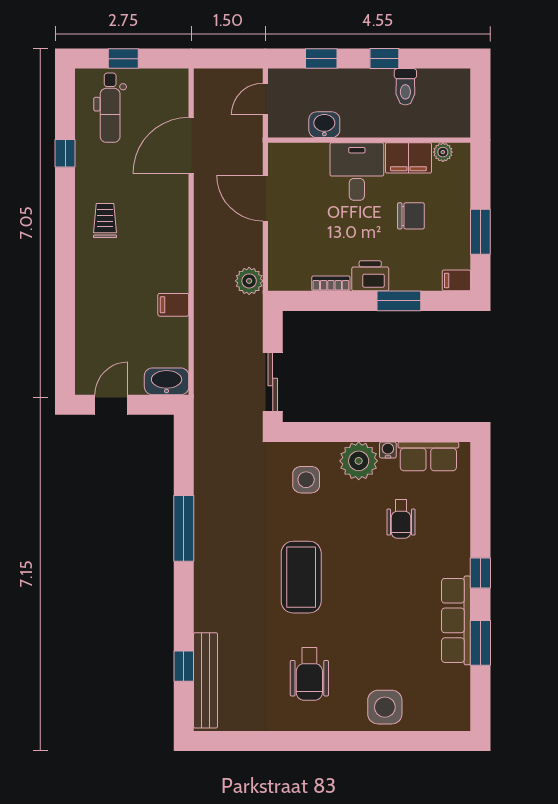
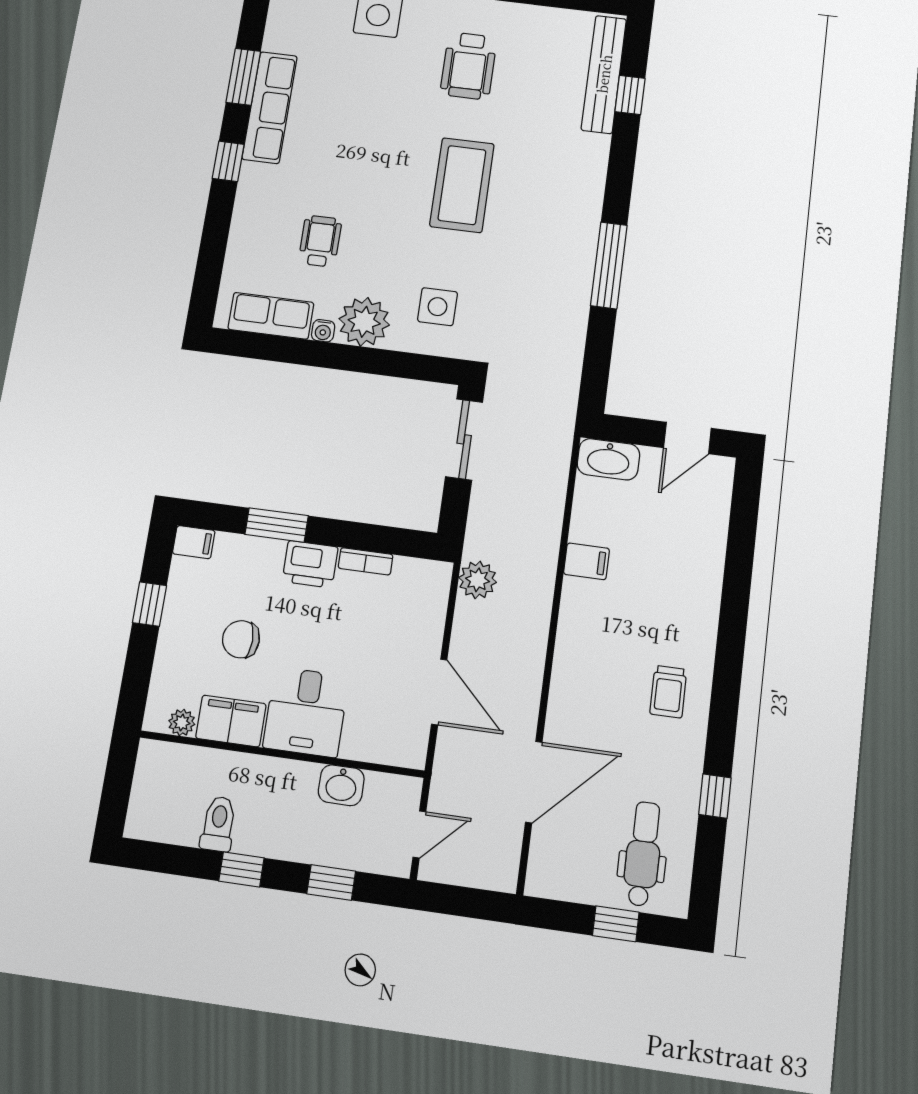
window: (480, 232) -> (150, 604), width x0.67
wheelchair: (309, 674) -> (469, 66), turned 180

